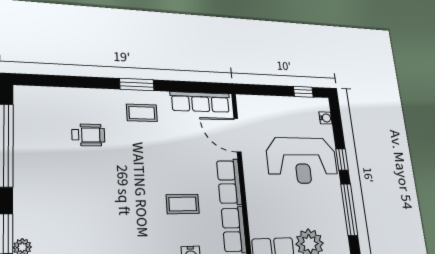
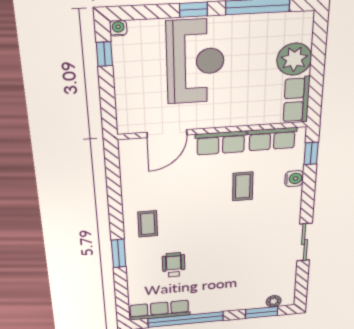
window: (137, 85) -> (119, 253), moved
row of seats: (200, 102) -> (159, 310), moved, turned -90
water cooler: (326, 118) -> (118, 28), moved

